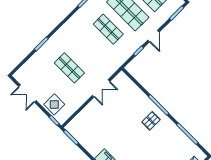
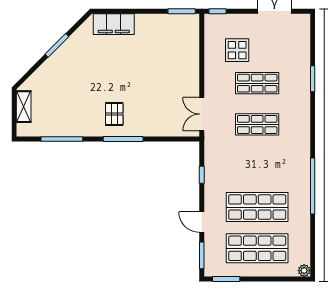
shop shelf: (108, 29) -> (257, 124), moved
door: (153, 36) -> (202, 222), moved
double door: (101, 88) -> (202, 114), moved
display table: (54, 104) -> (237, 50), moved

